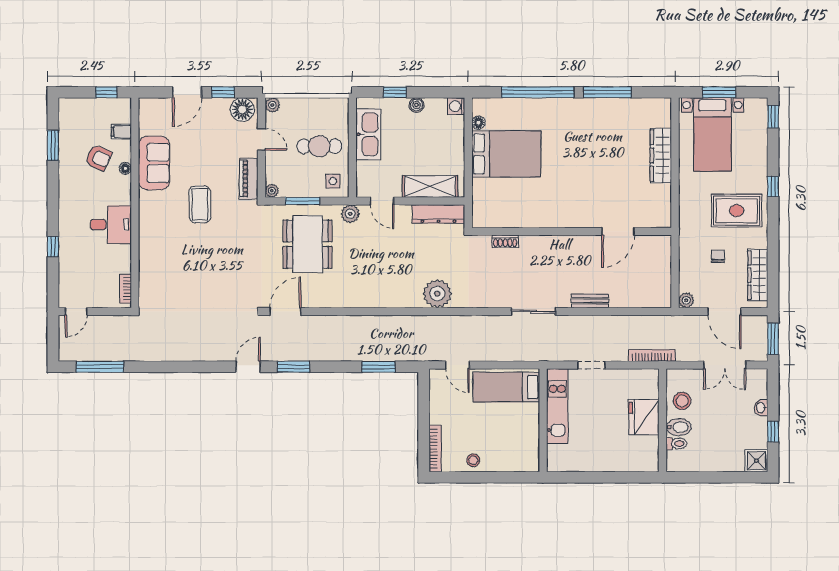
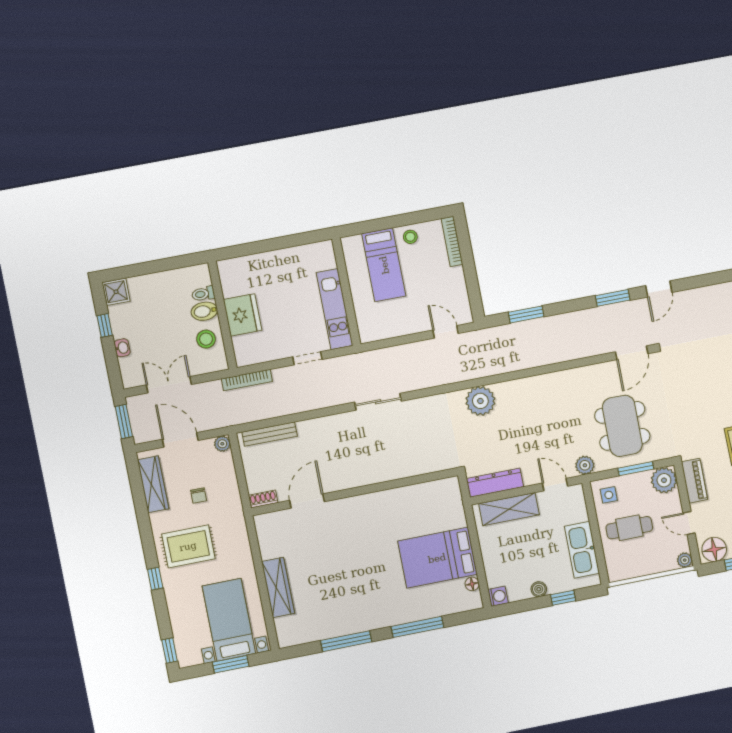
window: (538, 92) -> (417, 627), width x0.68
plant: (272, 191) -> (664, 480), width x1.88, depth x1.88
shoe rack: (505, 241) -> (263, 499), moved
bench: (590, 301) -> (270, 434), moved, width x1.36
bed: (506, 387) -> (384, 265), moved, turned 90

